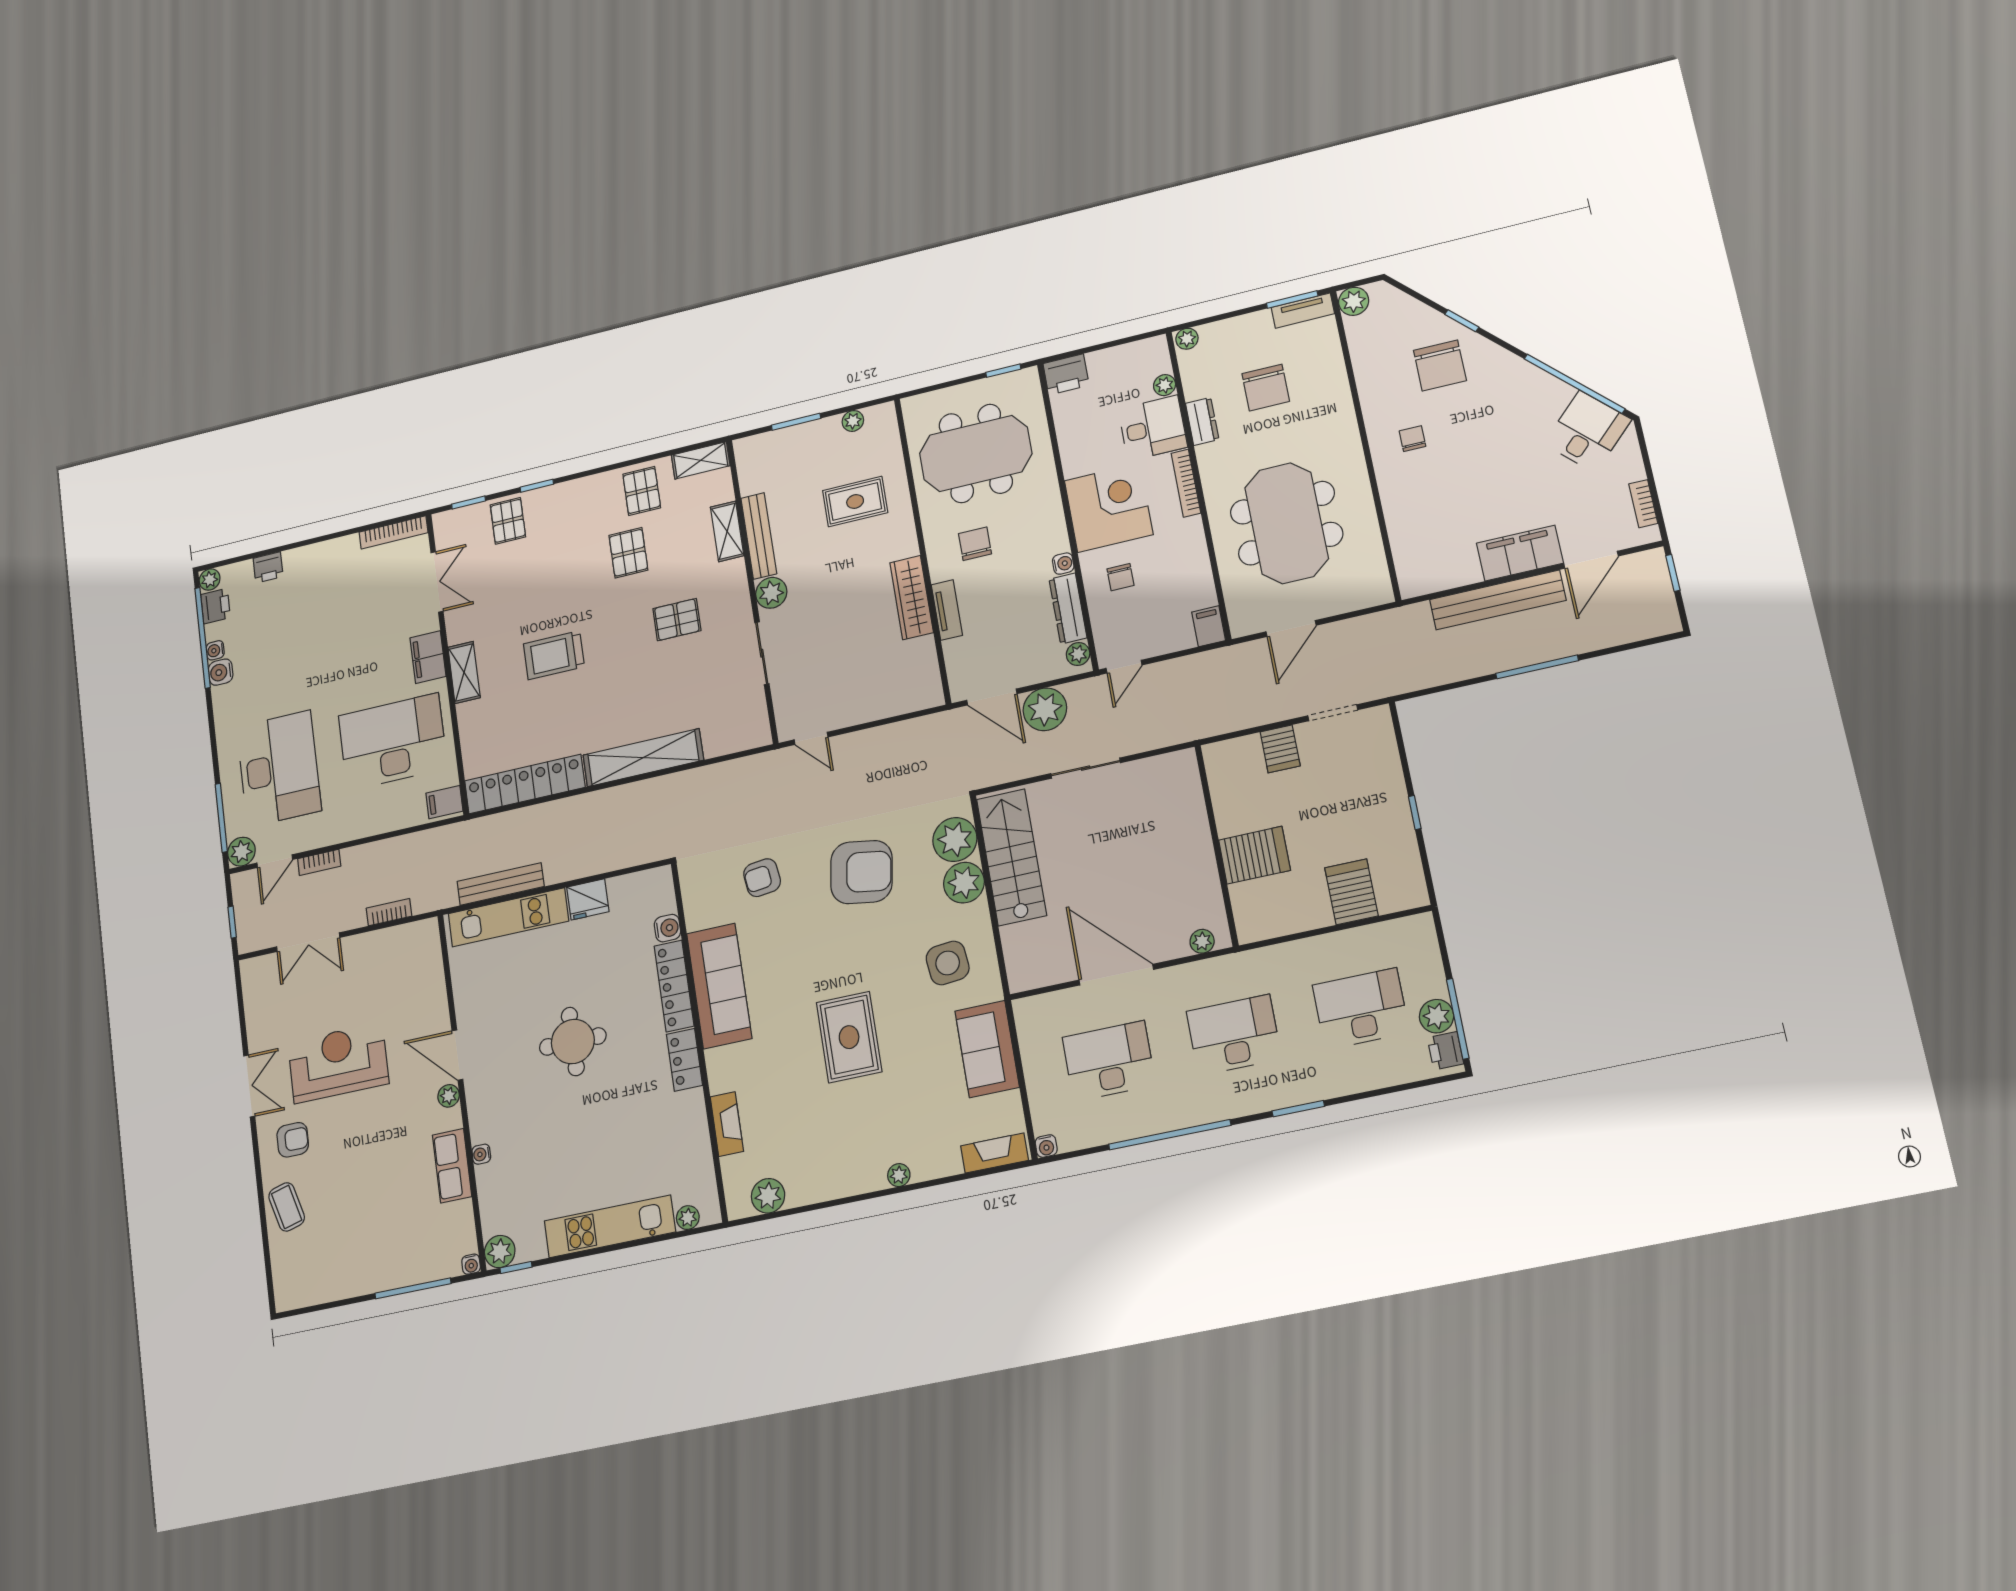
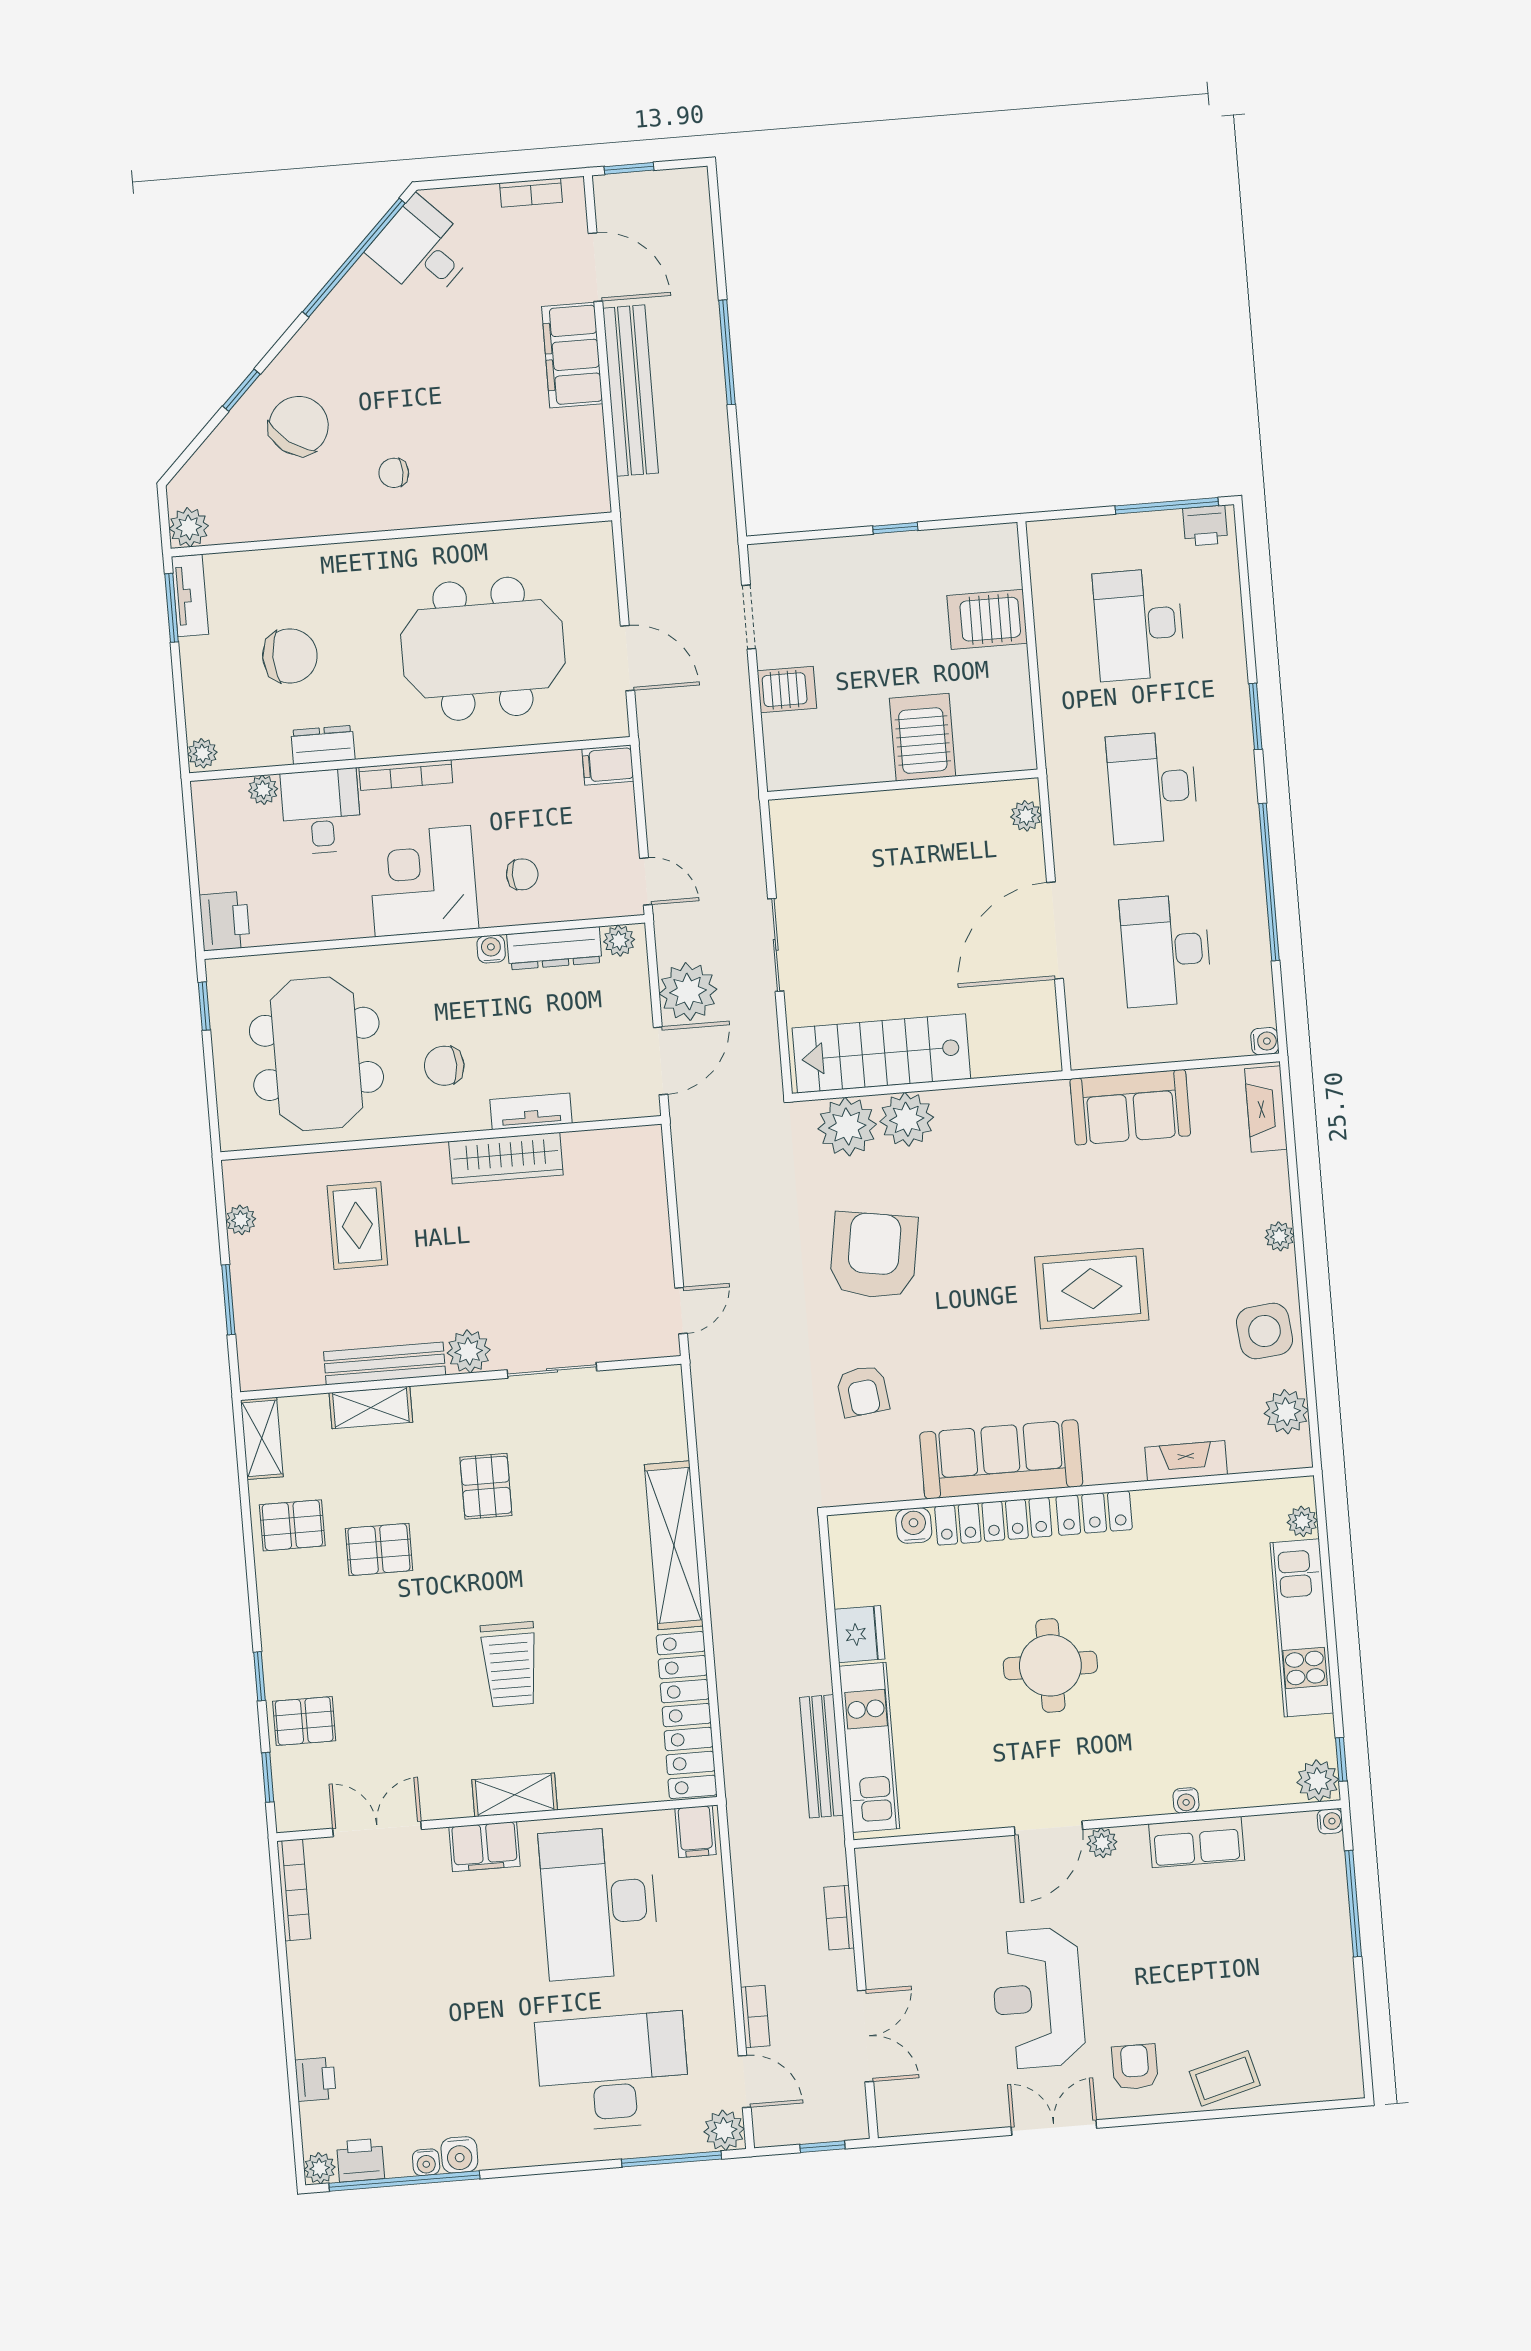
chair: (1440, 365) -> (299, 426), turned -53
side table: (948, 963) -> (1265, 1331), moved
plant: (1436, 1016) -> (1160, 532), removed

